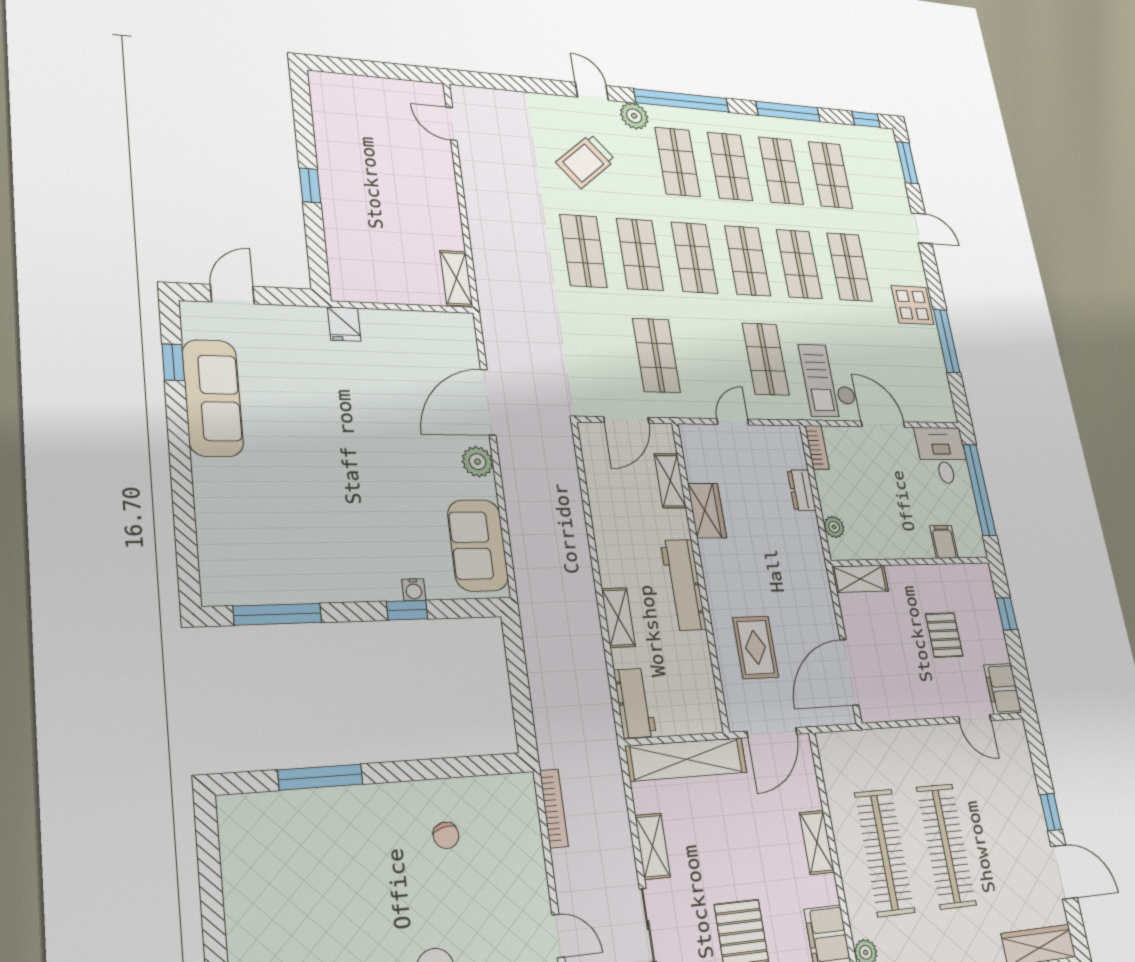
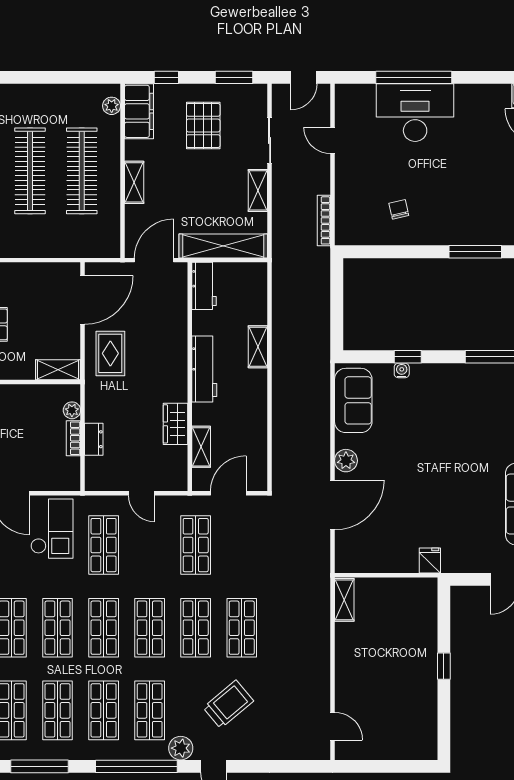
door: (733, 422) -> (142, 493), hinge flipped
bookcase: (817, 447) -> (73, 438), moved
rug: (756, 647) -> (110, 353), moved
workbench: (635, 703) -> (204, 286), moved, turned 180

